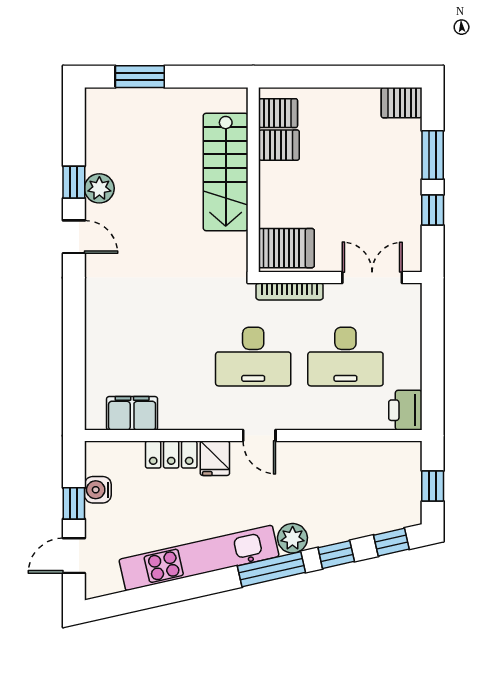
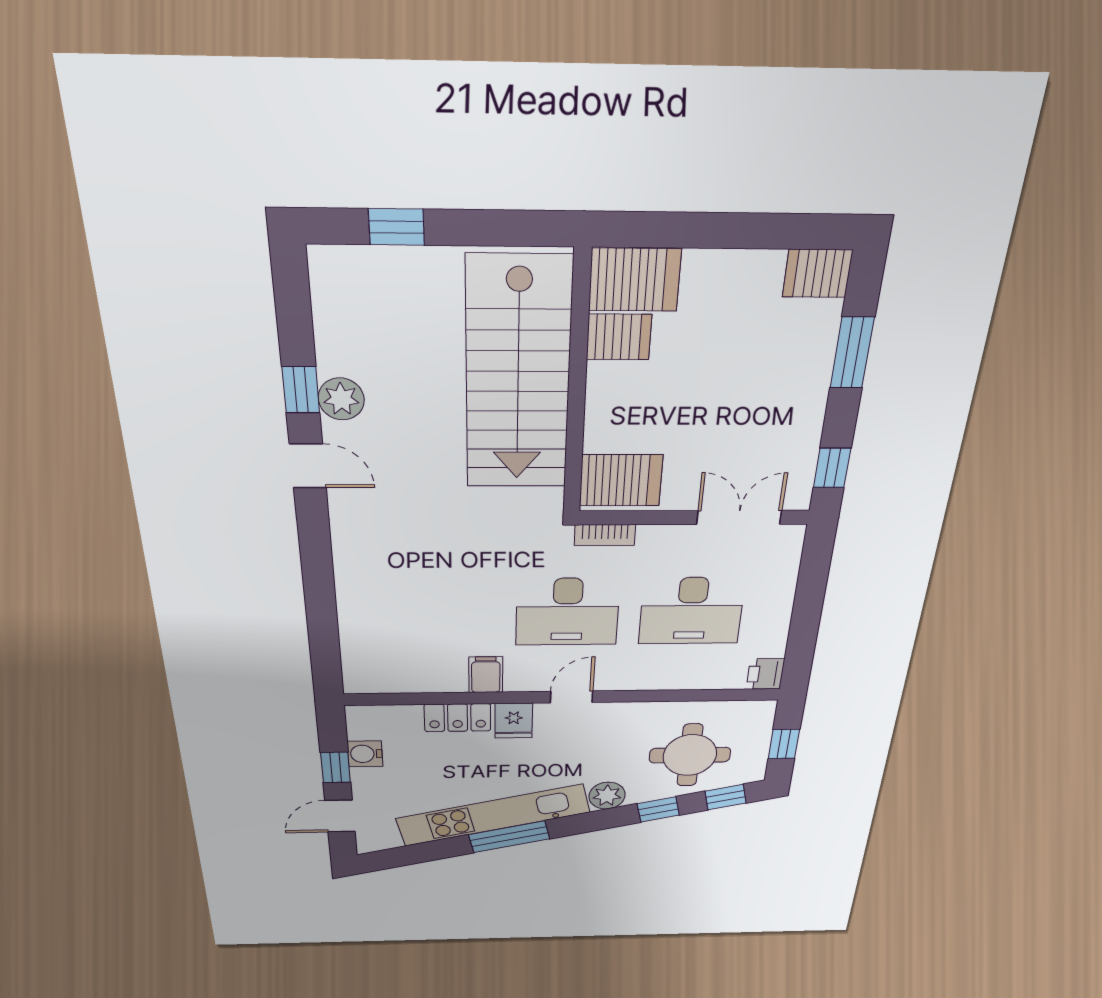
window: (140, 77) -> (396, 227), width x0.67
server rack: (278, 113) -> (635, 280), width x1.36, depth x1.44
stairs: (226, 172) -> (518, 376), width x1.36, depth x1.51
window: (433, 210) -> (832, 468), moved
bookcase: (290, 291) -> (605, 535), width x0.64
printer: (405, 410) -> (765, 674), width x0.73, depth x0.81
filing cabinet: (132, 413) -> (486, 675), moved, width x0.50
door: (259, 436) -> (572, 697), swing flipped
round table: (357, 496) -> (690, 755), added
window: (271, 569) -> (509, 837), moved

